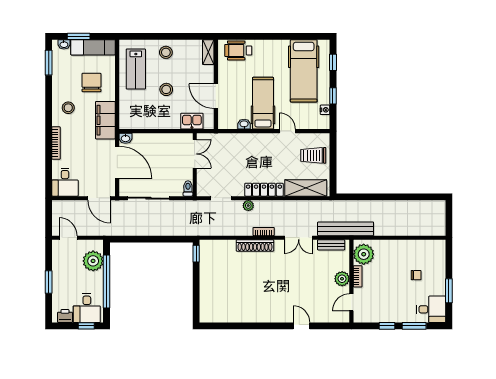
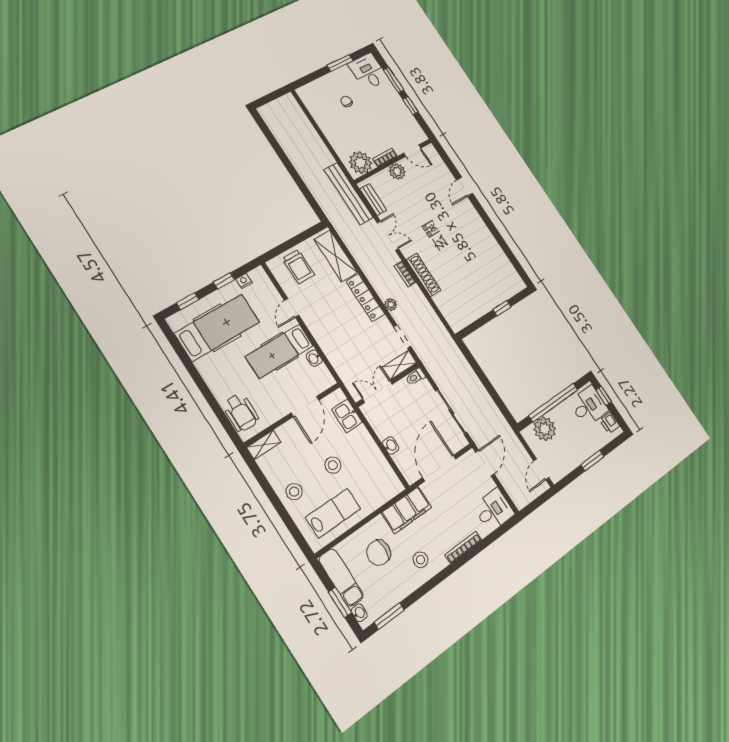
washbasin: (125, 138) -> (391, 445), moved
shelving: (203, 182) -> (399, 365), added
window: (196, 254) -> (502, 308), moved

